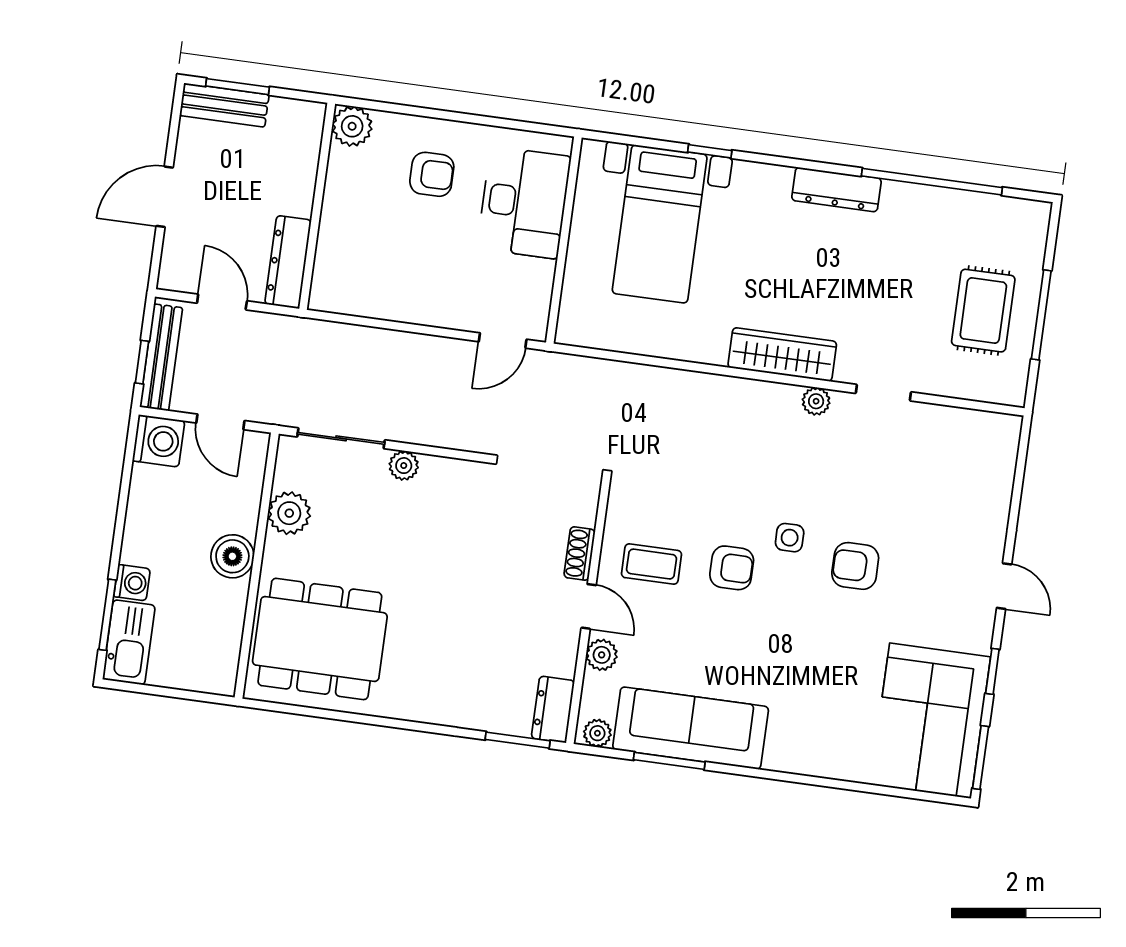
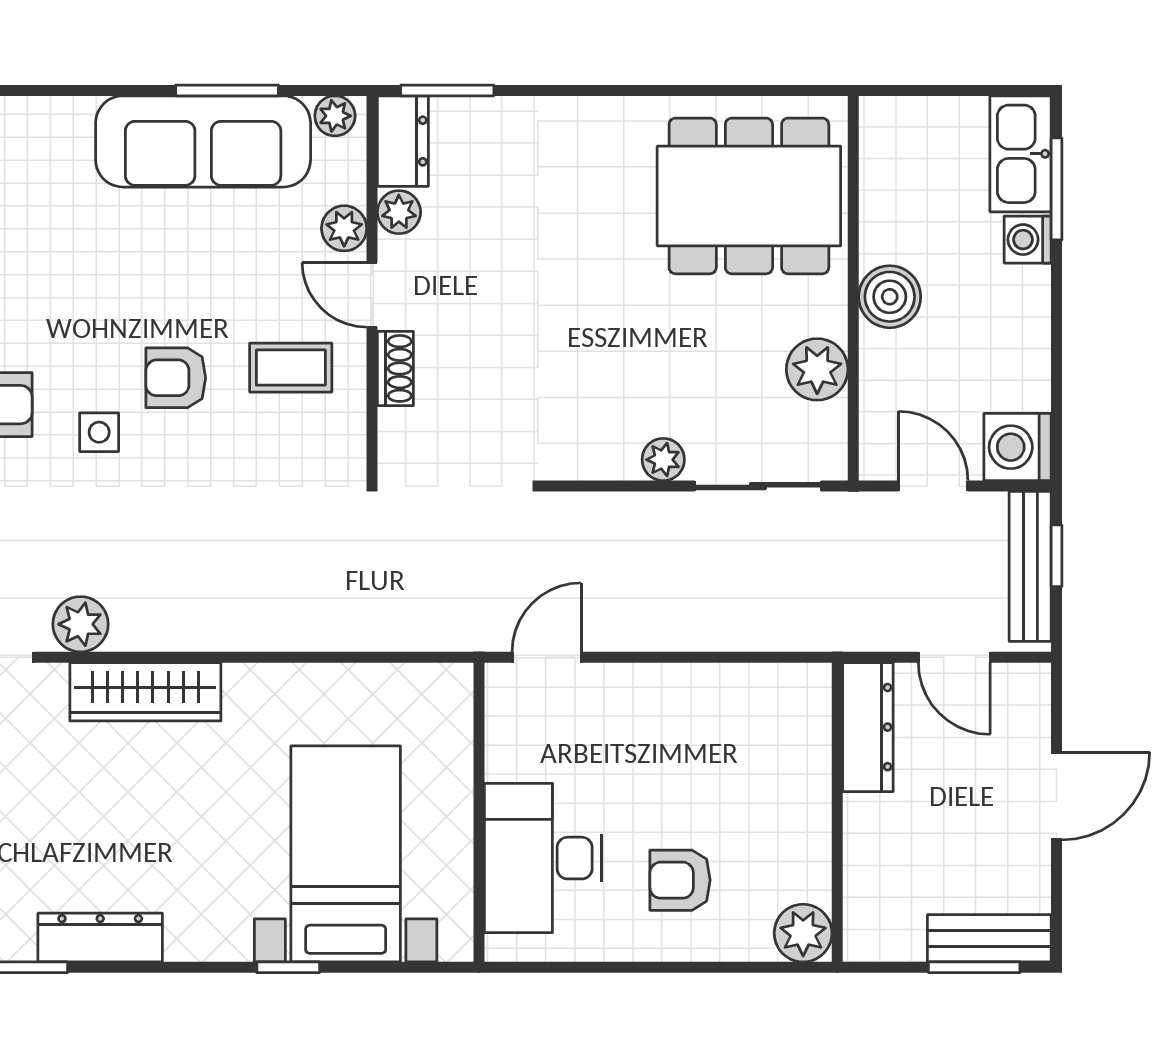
plant: (816, 401) -> (81, 624), width x1.38, depth x1.38
plant: (562, 661) -> (399, 212), added

